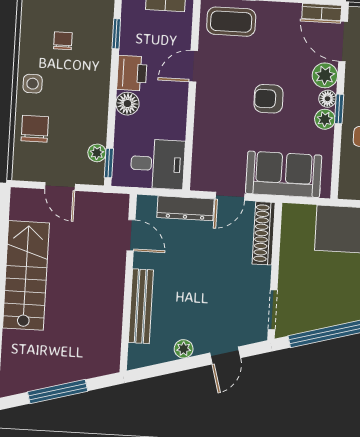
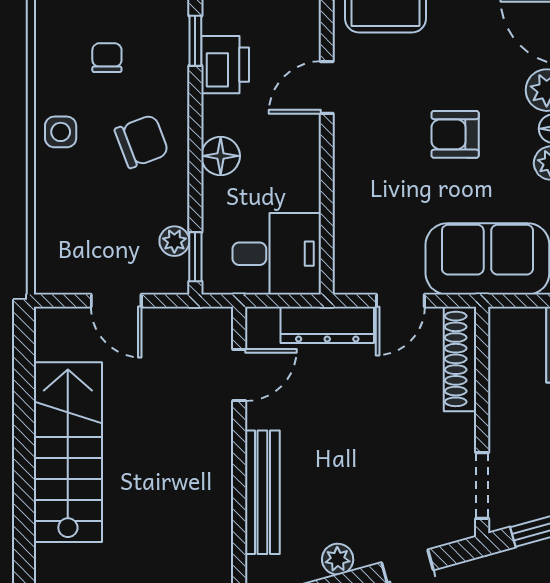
printer: (132, 73) -> (225, 65), moved
chair: (35, 129) -> (142, 141), moved, turned 69
door: (131, 235) -> (239, 375), hinge flipped

